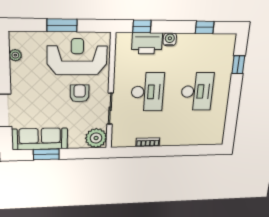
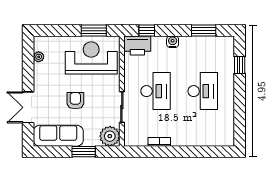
window: (62, 25) -> (94, 31), moved
window: (205, 27) -> (204, 31), width x1.50
printer: (147, 43) -> (137, 45), moved
armchair: (80, 93) -> (75, 101), moved
window: (46, 154) -> (84, 152), moved

